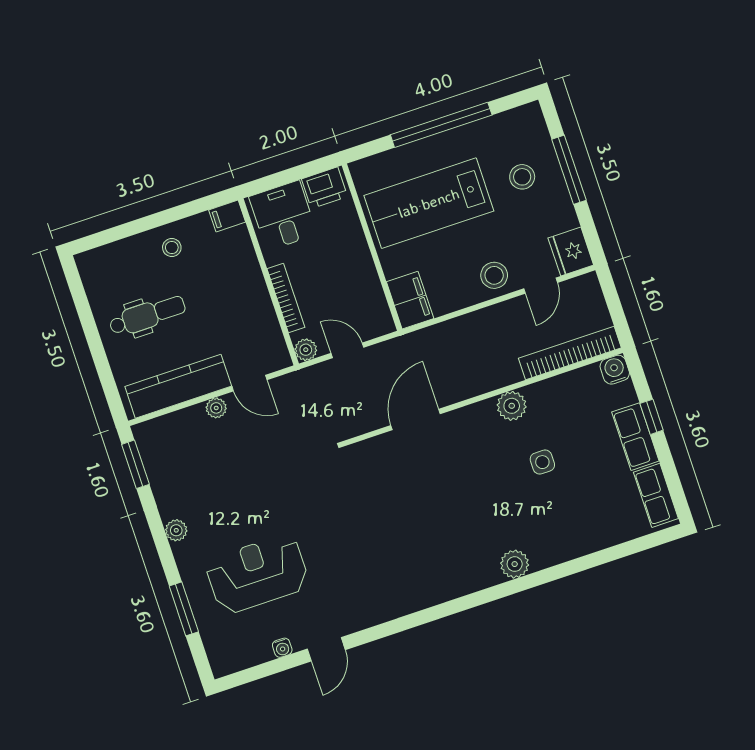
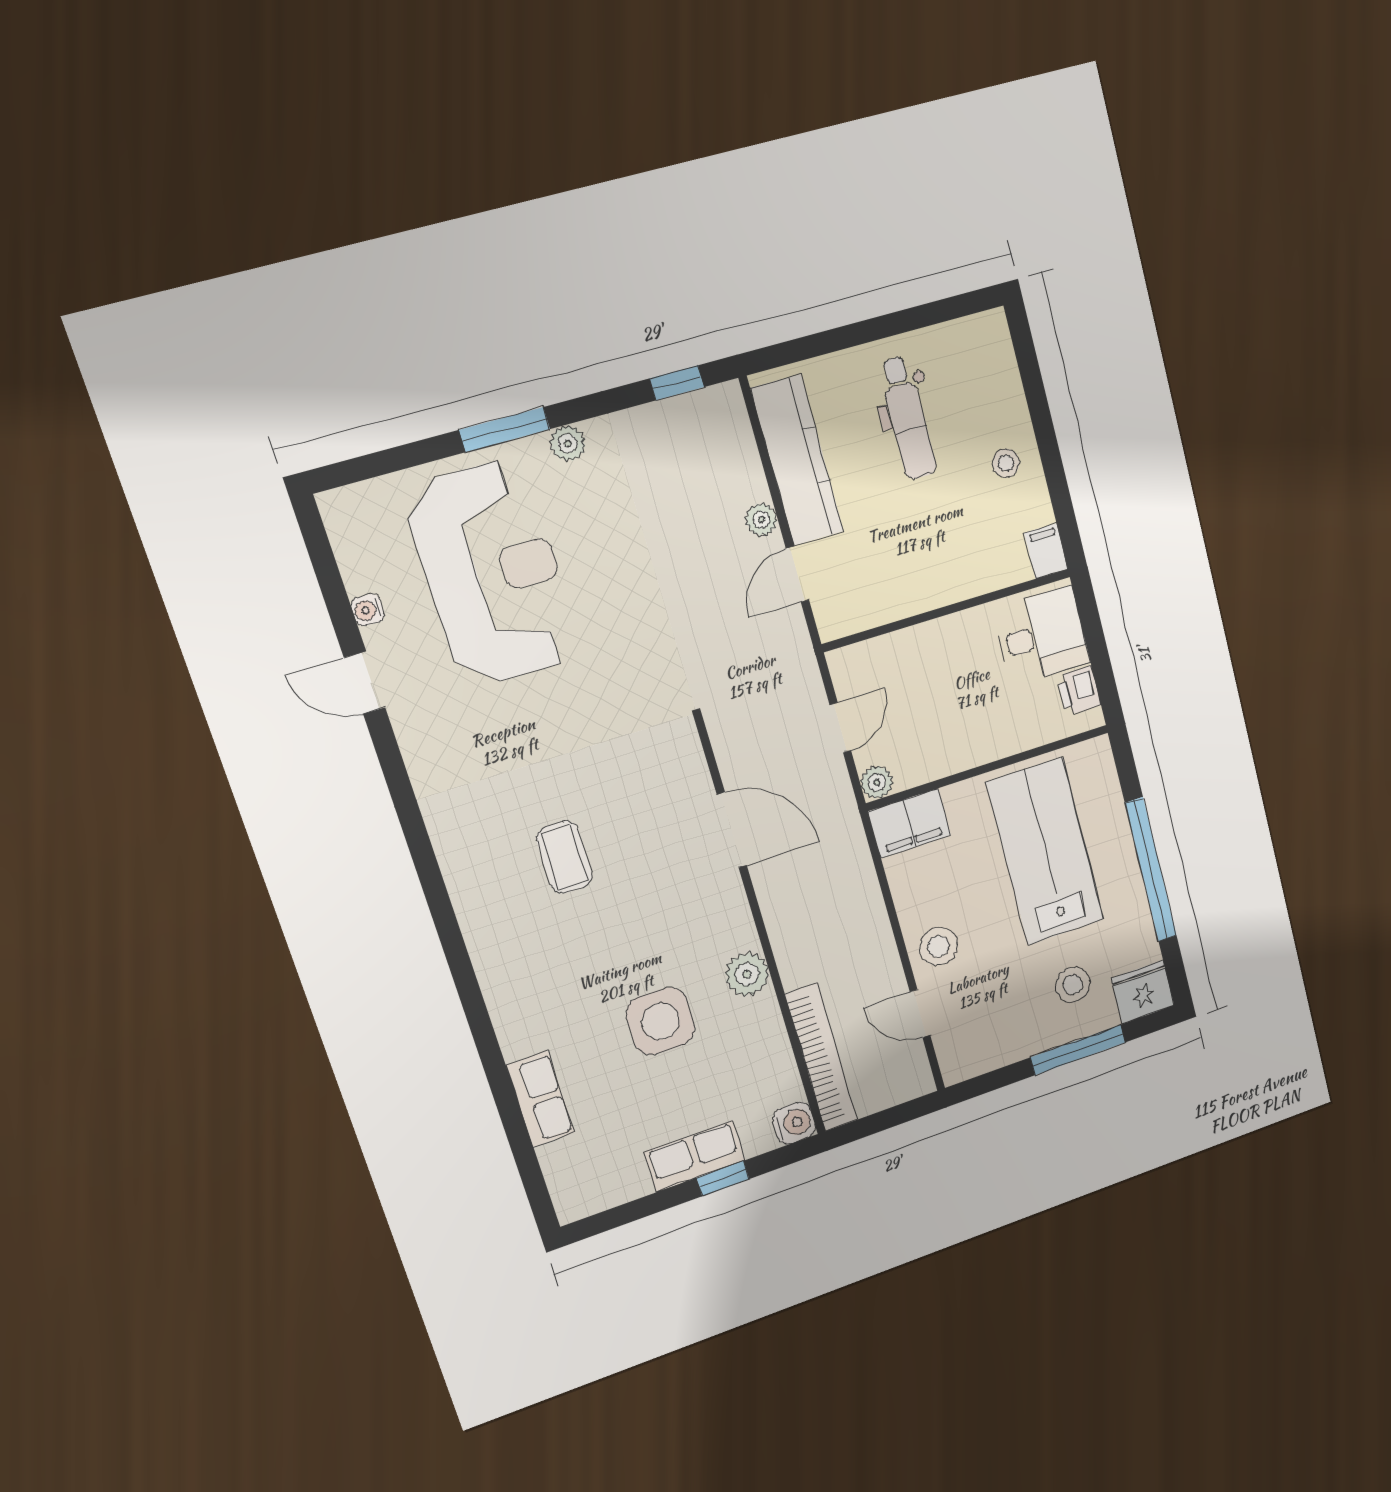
printer: (325, 188) -> (1079, 691), width x0.73, depth x0.81
fridge: (571, 252) -> (1143, 992), moved
bookcase: (286, 298) -> (922, 636), removed
plant: (306, 350) -> (877, 782), moved
side table: (542, 462) -> (660, 1021), width x1.87, depth x1.87
window: (135, 464) -> (677, 383), width x0.67
row of seats: (656, 495) -> (541, 1099), moved, turned 90
coffee table: (434, 527) -> (564, 857), added
plant: (515, 564) -> (502, 982), removed
reception desk: (257, 574) -> (493, 574), width x1.36, depth x1.30
window: (184, 609) -> (505, 430), moved

